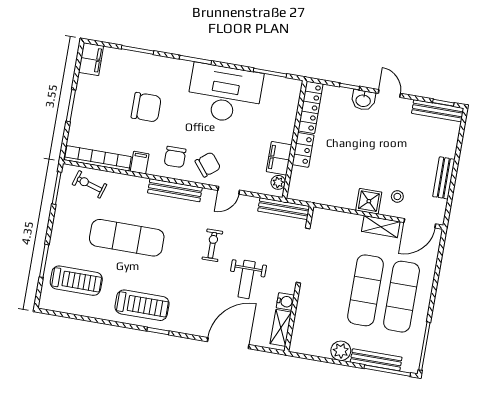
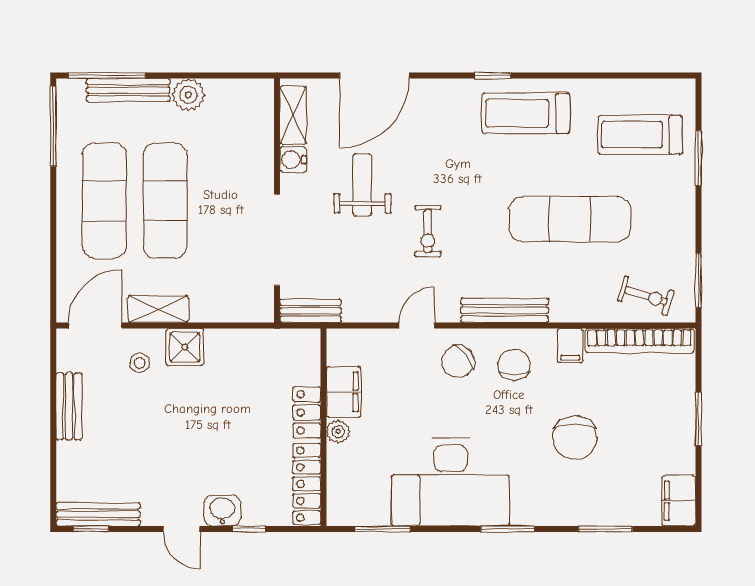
chair: (146, 107) -> (575, 438), turned -90
plant: (278, 182) -> (338, 432), moved
bench: (284, 209) -> (311, 311), width x0.73

